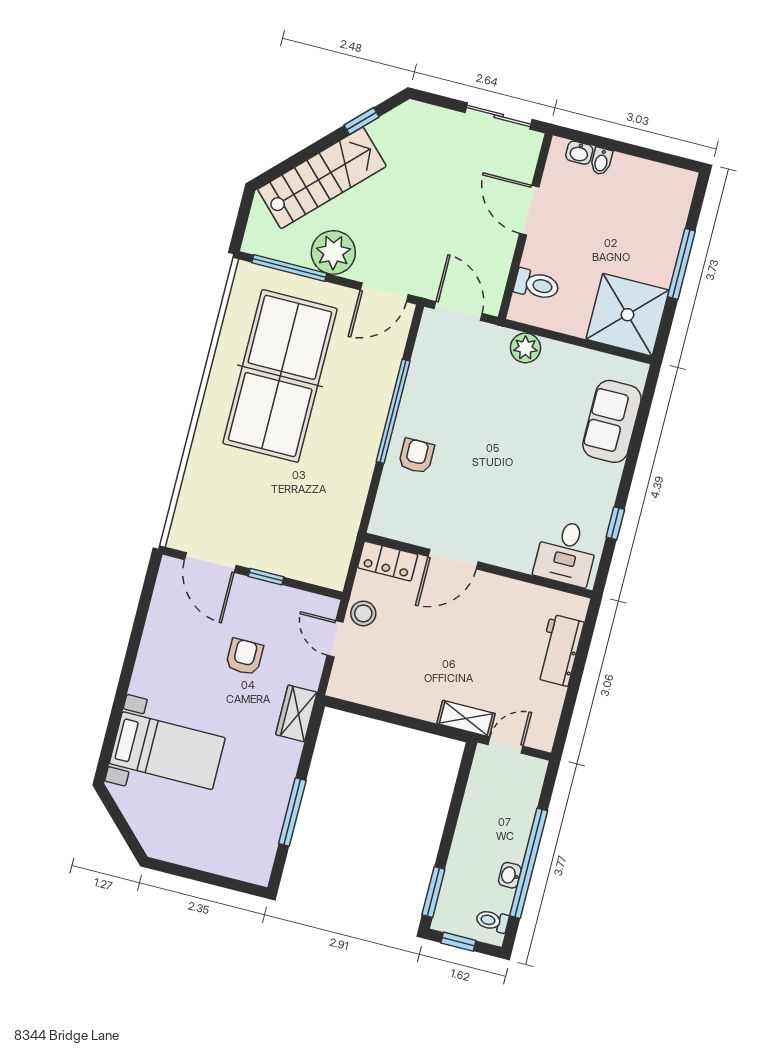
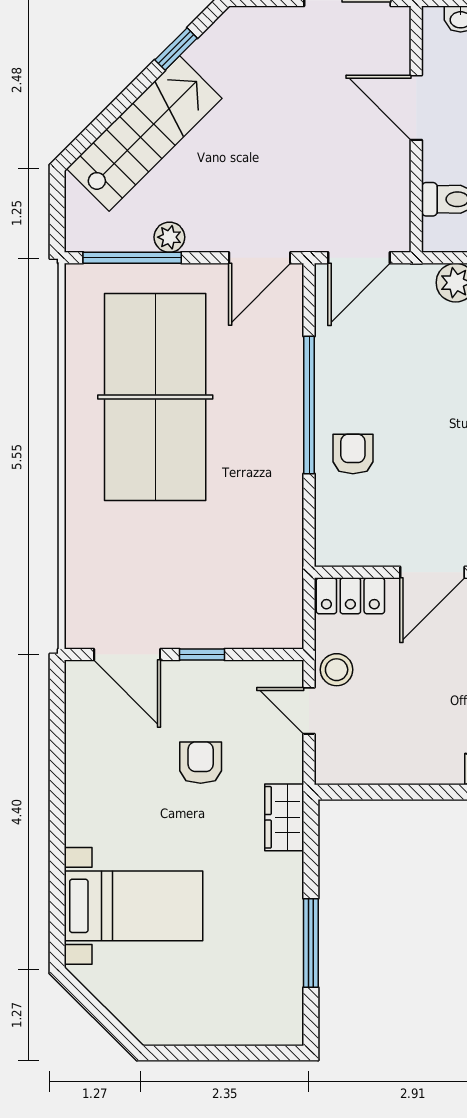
plant: (333, 252) -> (169, 237), width x0.53, depth x0.53
door: (458, 311) -> (359, 258), swing flipped

